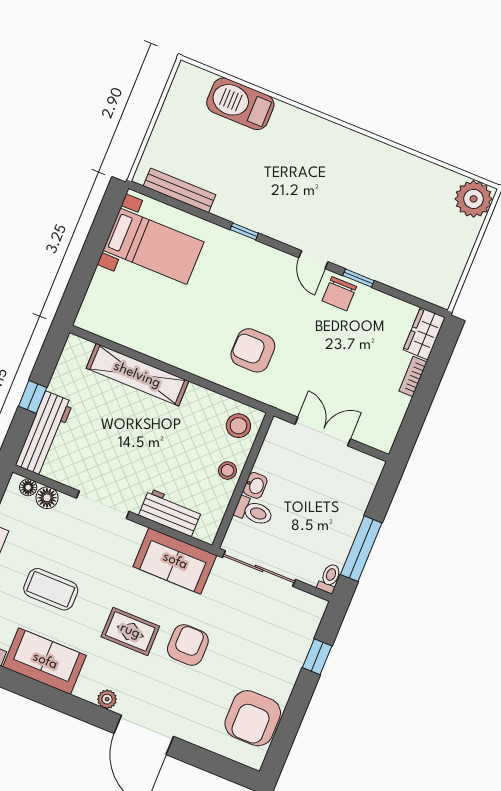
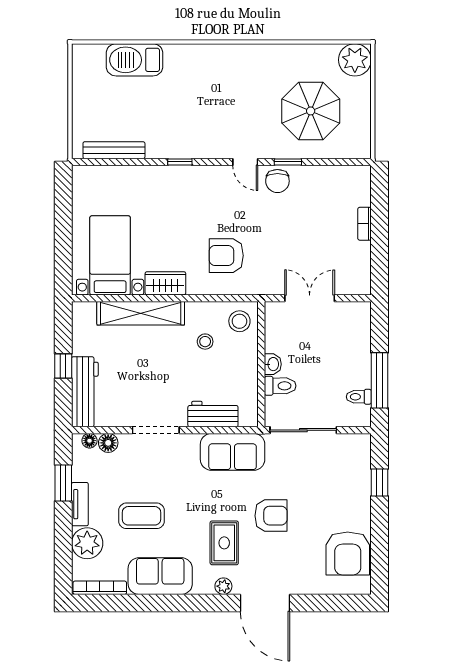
parasol: (405, 234) -> (311, 111), added
bed with nightstands: (153, 246) -> (110, 255), moved, turned -90
wardrobe: (424, 334) -> (165, 283), moved, turned 90
stool: (228, 470) -> (205, 342), moved
toilet: (329, 578) -> (359, 397), moved, turned -90
rug: (130, 631) -> (224, 543), moved, turned 90
armchair: (188, 645) -> (271, 516), turned 90

